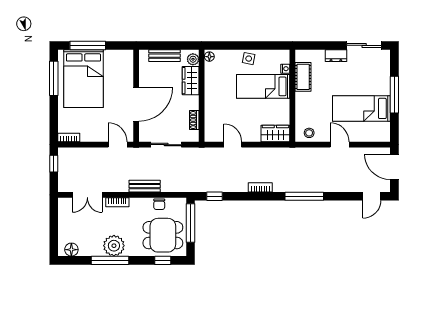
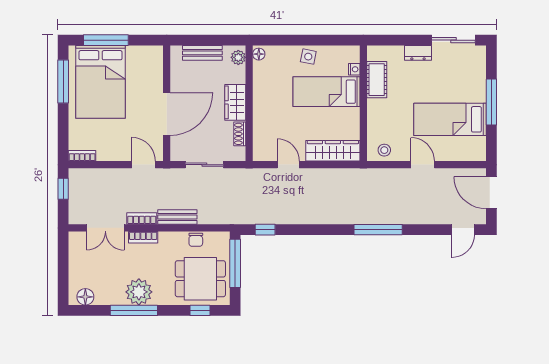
wardrobe: (191, 81) -> (235, 102), moved
wardrobe: (275, 133) -> (333, 151), width x1.50
bookcase: (260, 187) -> (142, 218), moved

